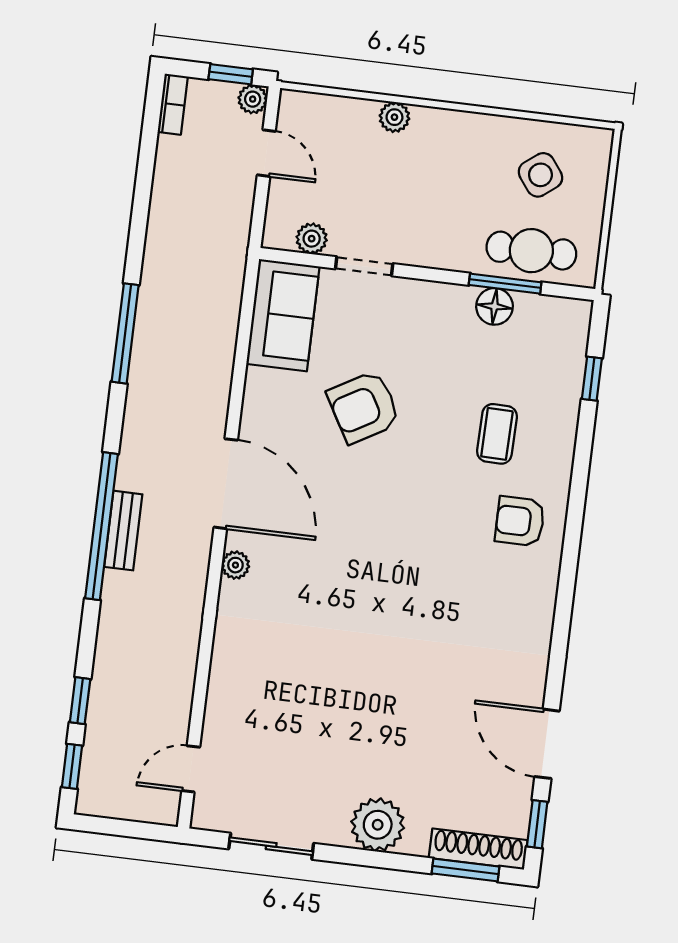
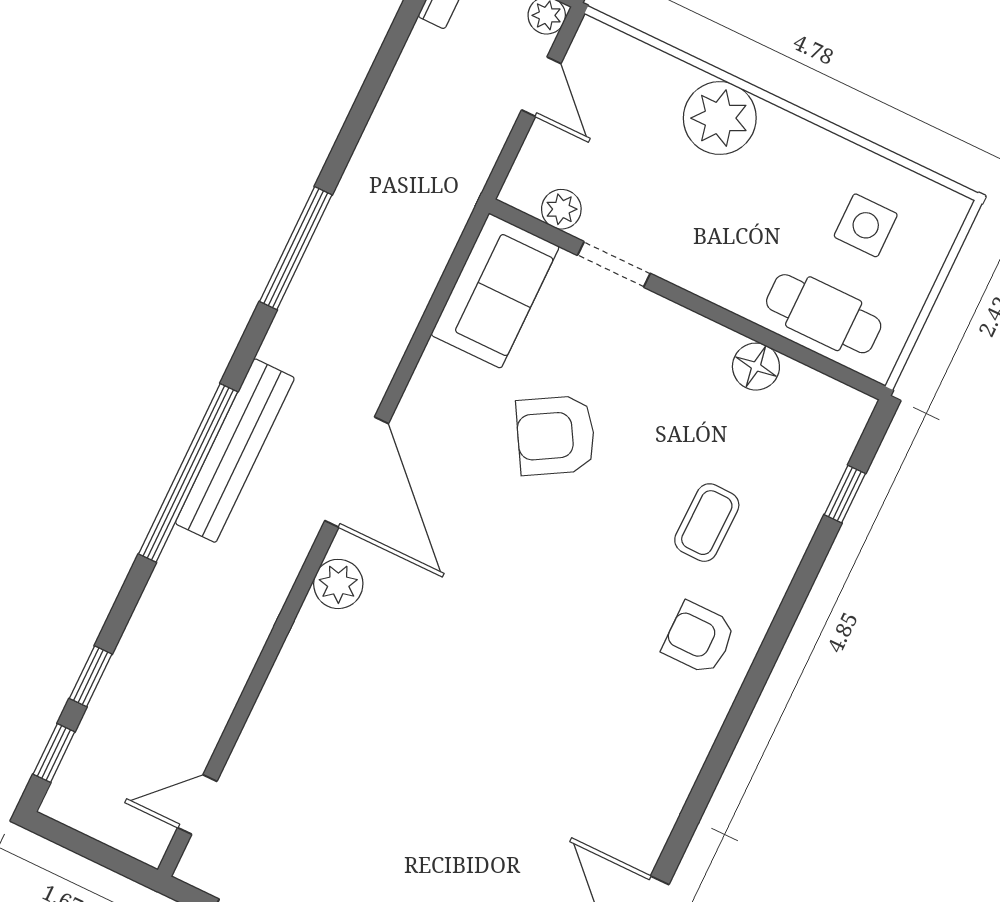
plant: (394, 117) -> (720, 118), width x1.88, depth x1.88
side table: (540, 175) -> (866, 225), turned 37
window: (505, 284) -> (778, 343), removed
bench: (123, 531) -> (235, 451), width x1.86, depth x1.21
plant: (235, 565) -> (338, 584), width x1.38, depth x1.38

